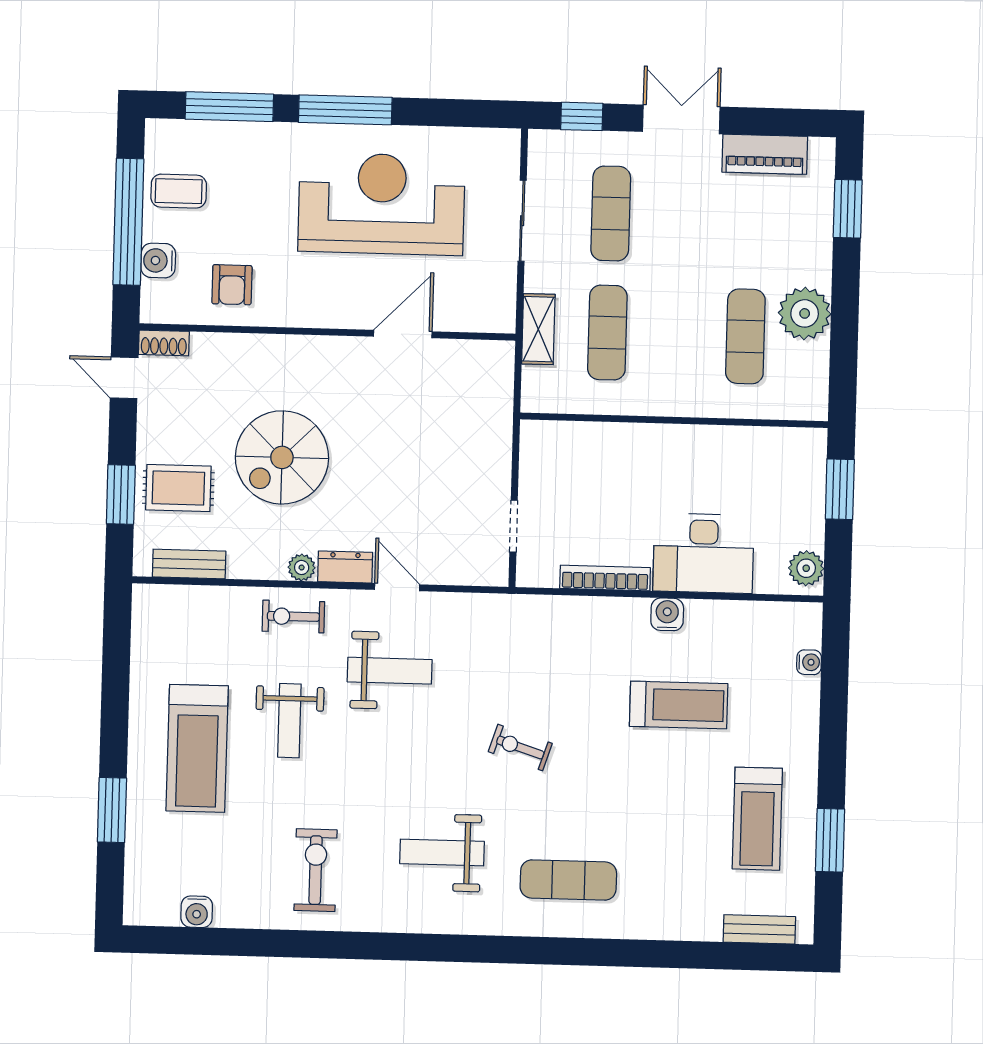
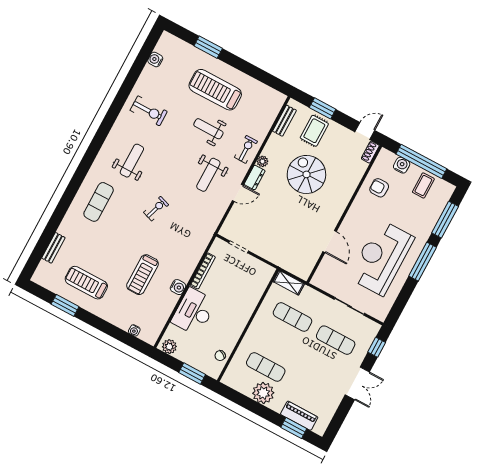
piano: (765, 154) -> (299, 416), moved, turned 90
reception desk: (381, 204) -> (381, 258), turned 180
shelving: (538, 329) -> (289, 283), moved
chair: (770, 448) -> (220, 356), added
bench: (759, 929) -> (53, 248), moved

